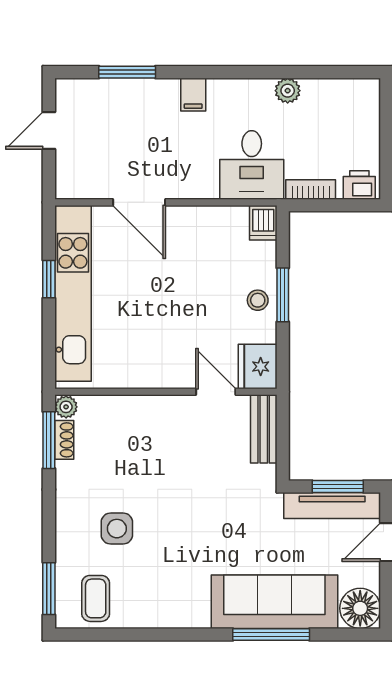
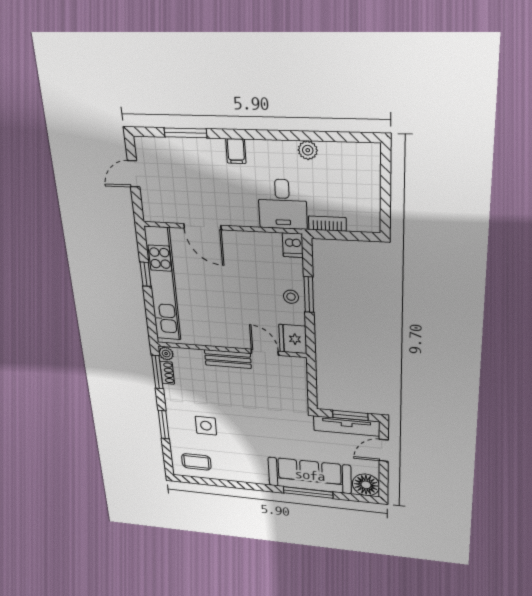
printer: (359, 185) -> (364, 222), removed
bench: (264, 429) -> (228, 359), moved, turned 90
window: (49, 589) -> (164, 425), moved
coffee table: (96, 598) -> (196, 462), turned 90

